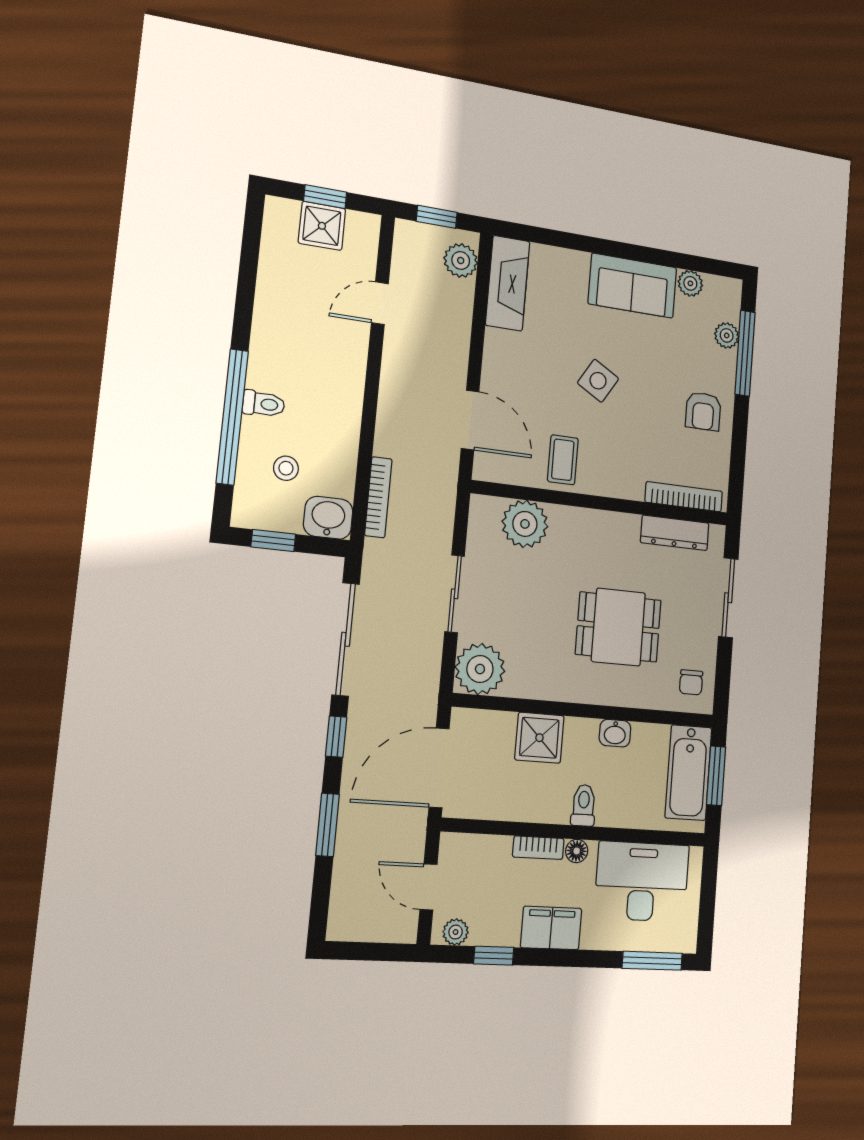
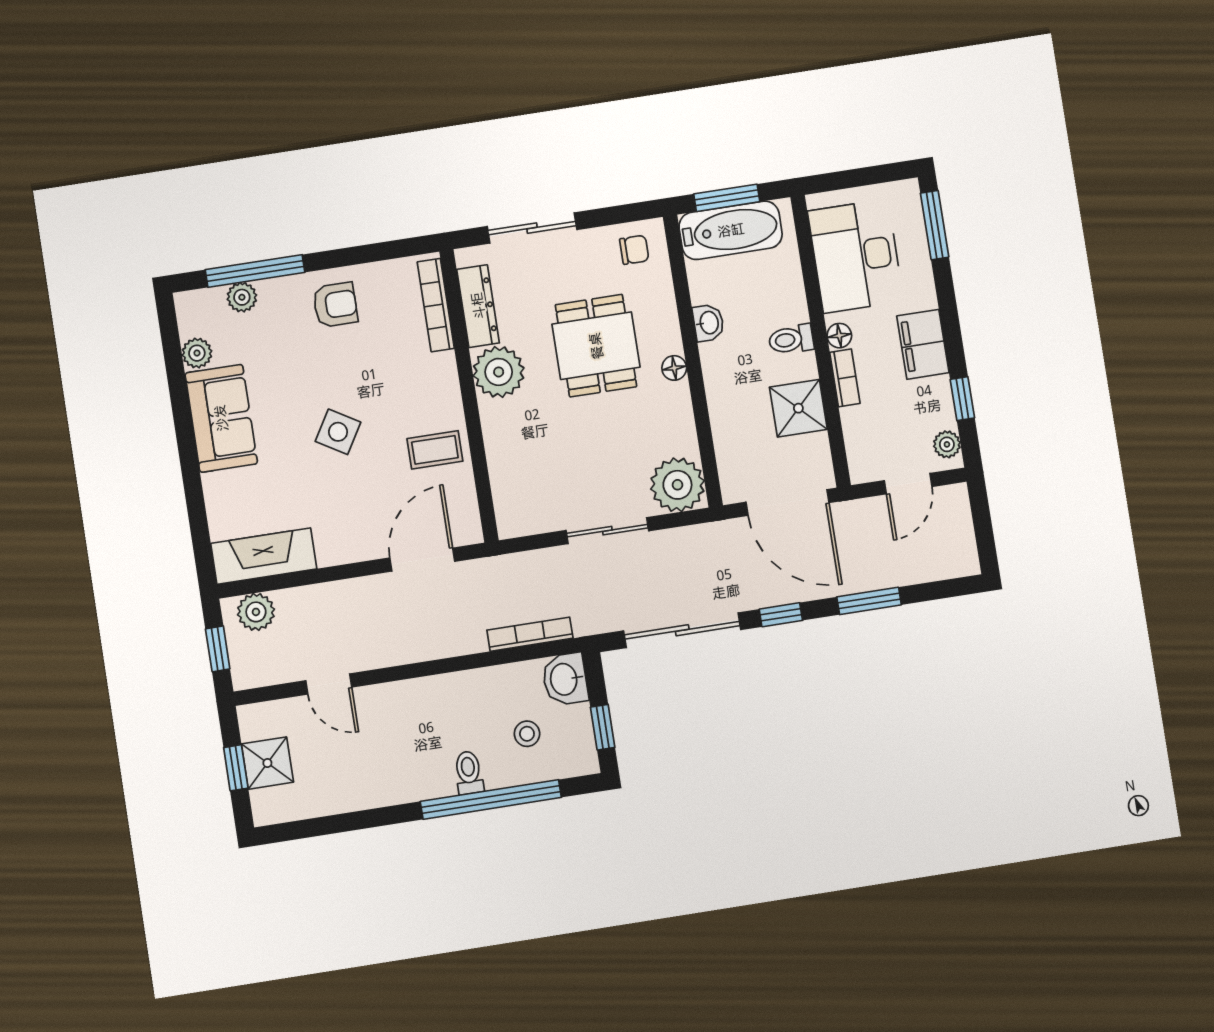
plant: (525, 524) -> (499, 372), moved
floor lamp: (583, 692) -> (674, 368), added
shower: (539, 738) -> (798, 408), moved

